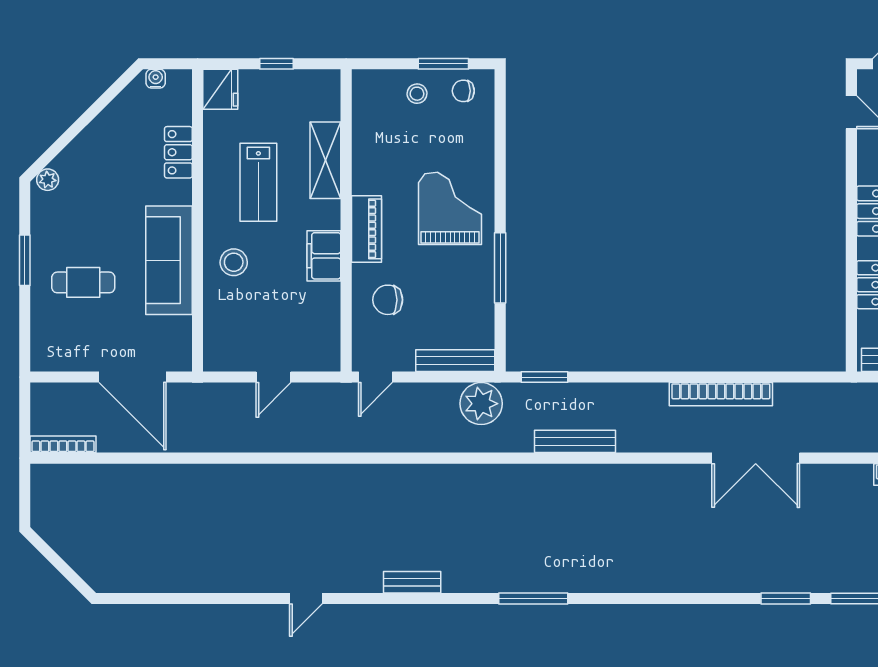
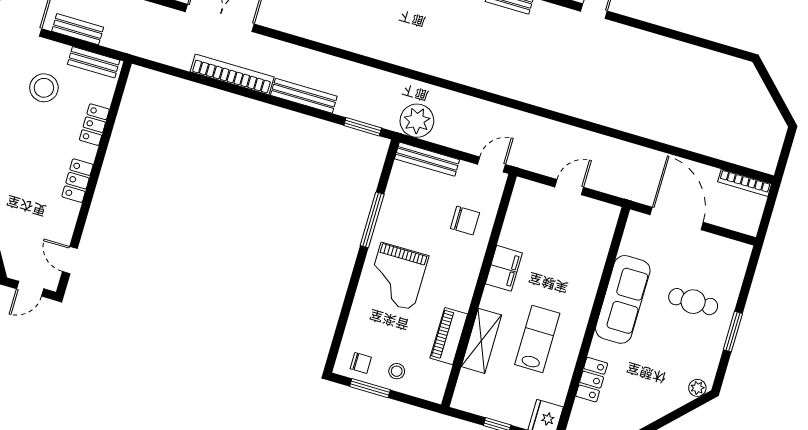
piano: (366, 229) -> (449, 336), moved
stool: (234, 262) -> (574, 284), removed
bench: (575, 441) -> (304, 96), moved

